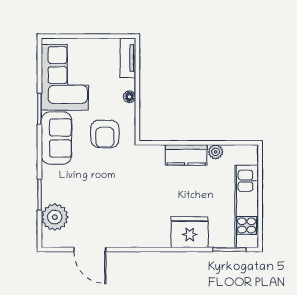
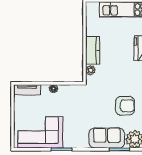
armchair: (105, 134) -> (125, 106), moved
sofa: (56, 138) -> (107, 138), moved
plant: (216, 152) -> (91, 70), moved

